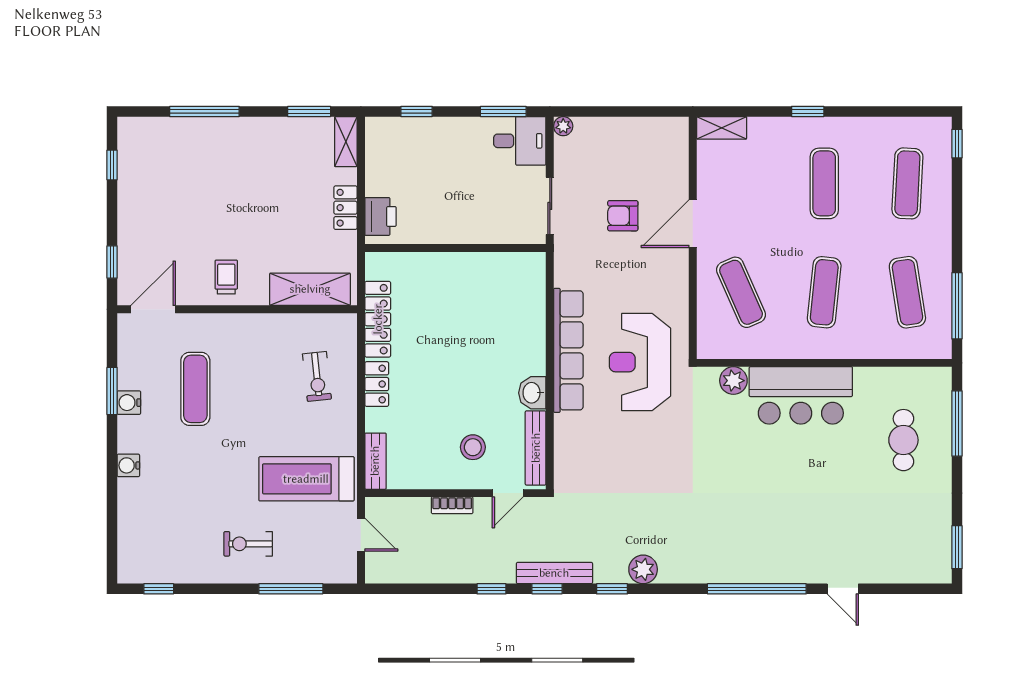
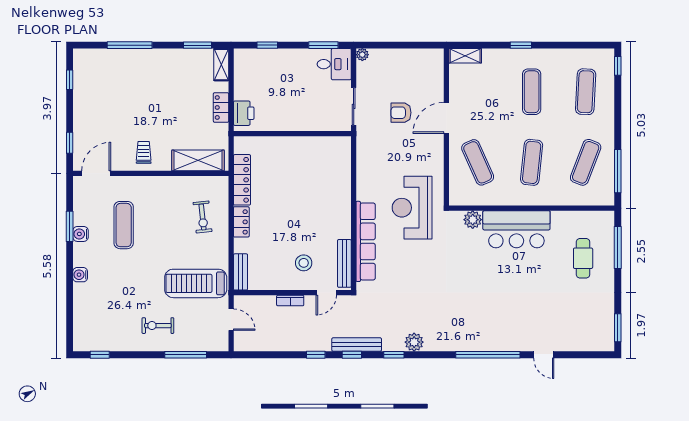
exercise mat: (907, 292) -> (586, 162), turned 30
row of seats: (568, 350) -> (366, 241), moved
washbasin: (532, 393) -> (342, 228), removed

